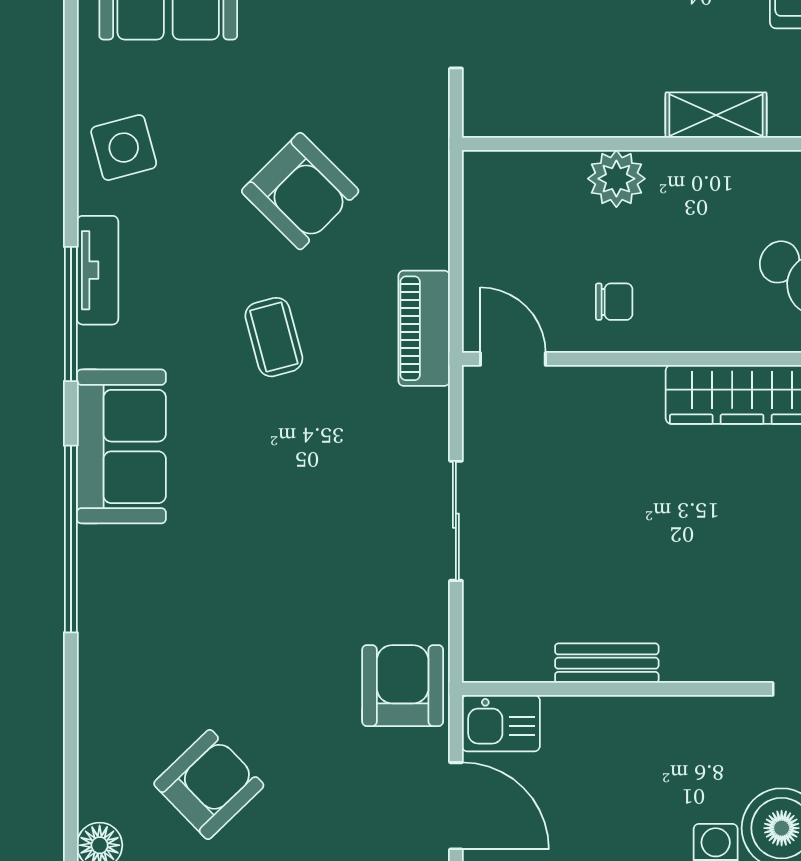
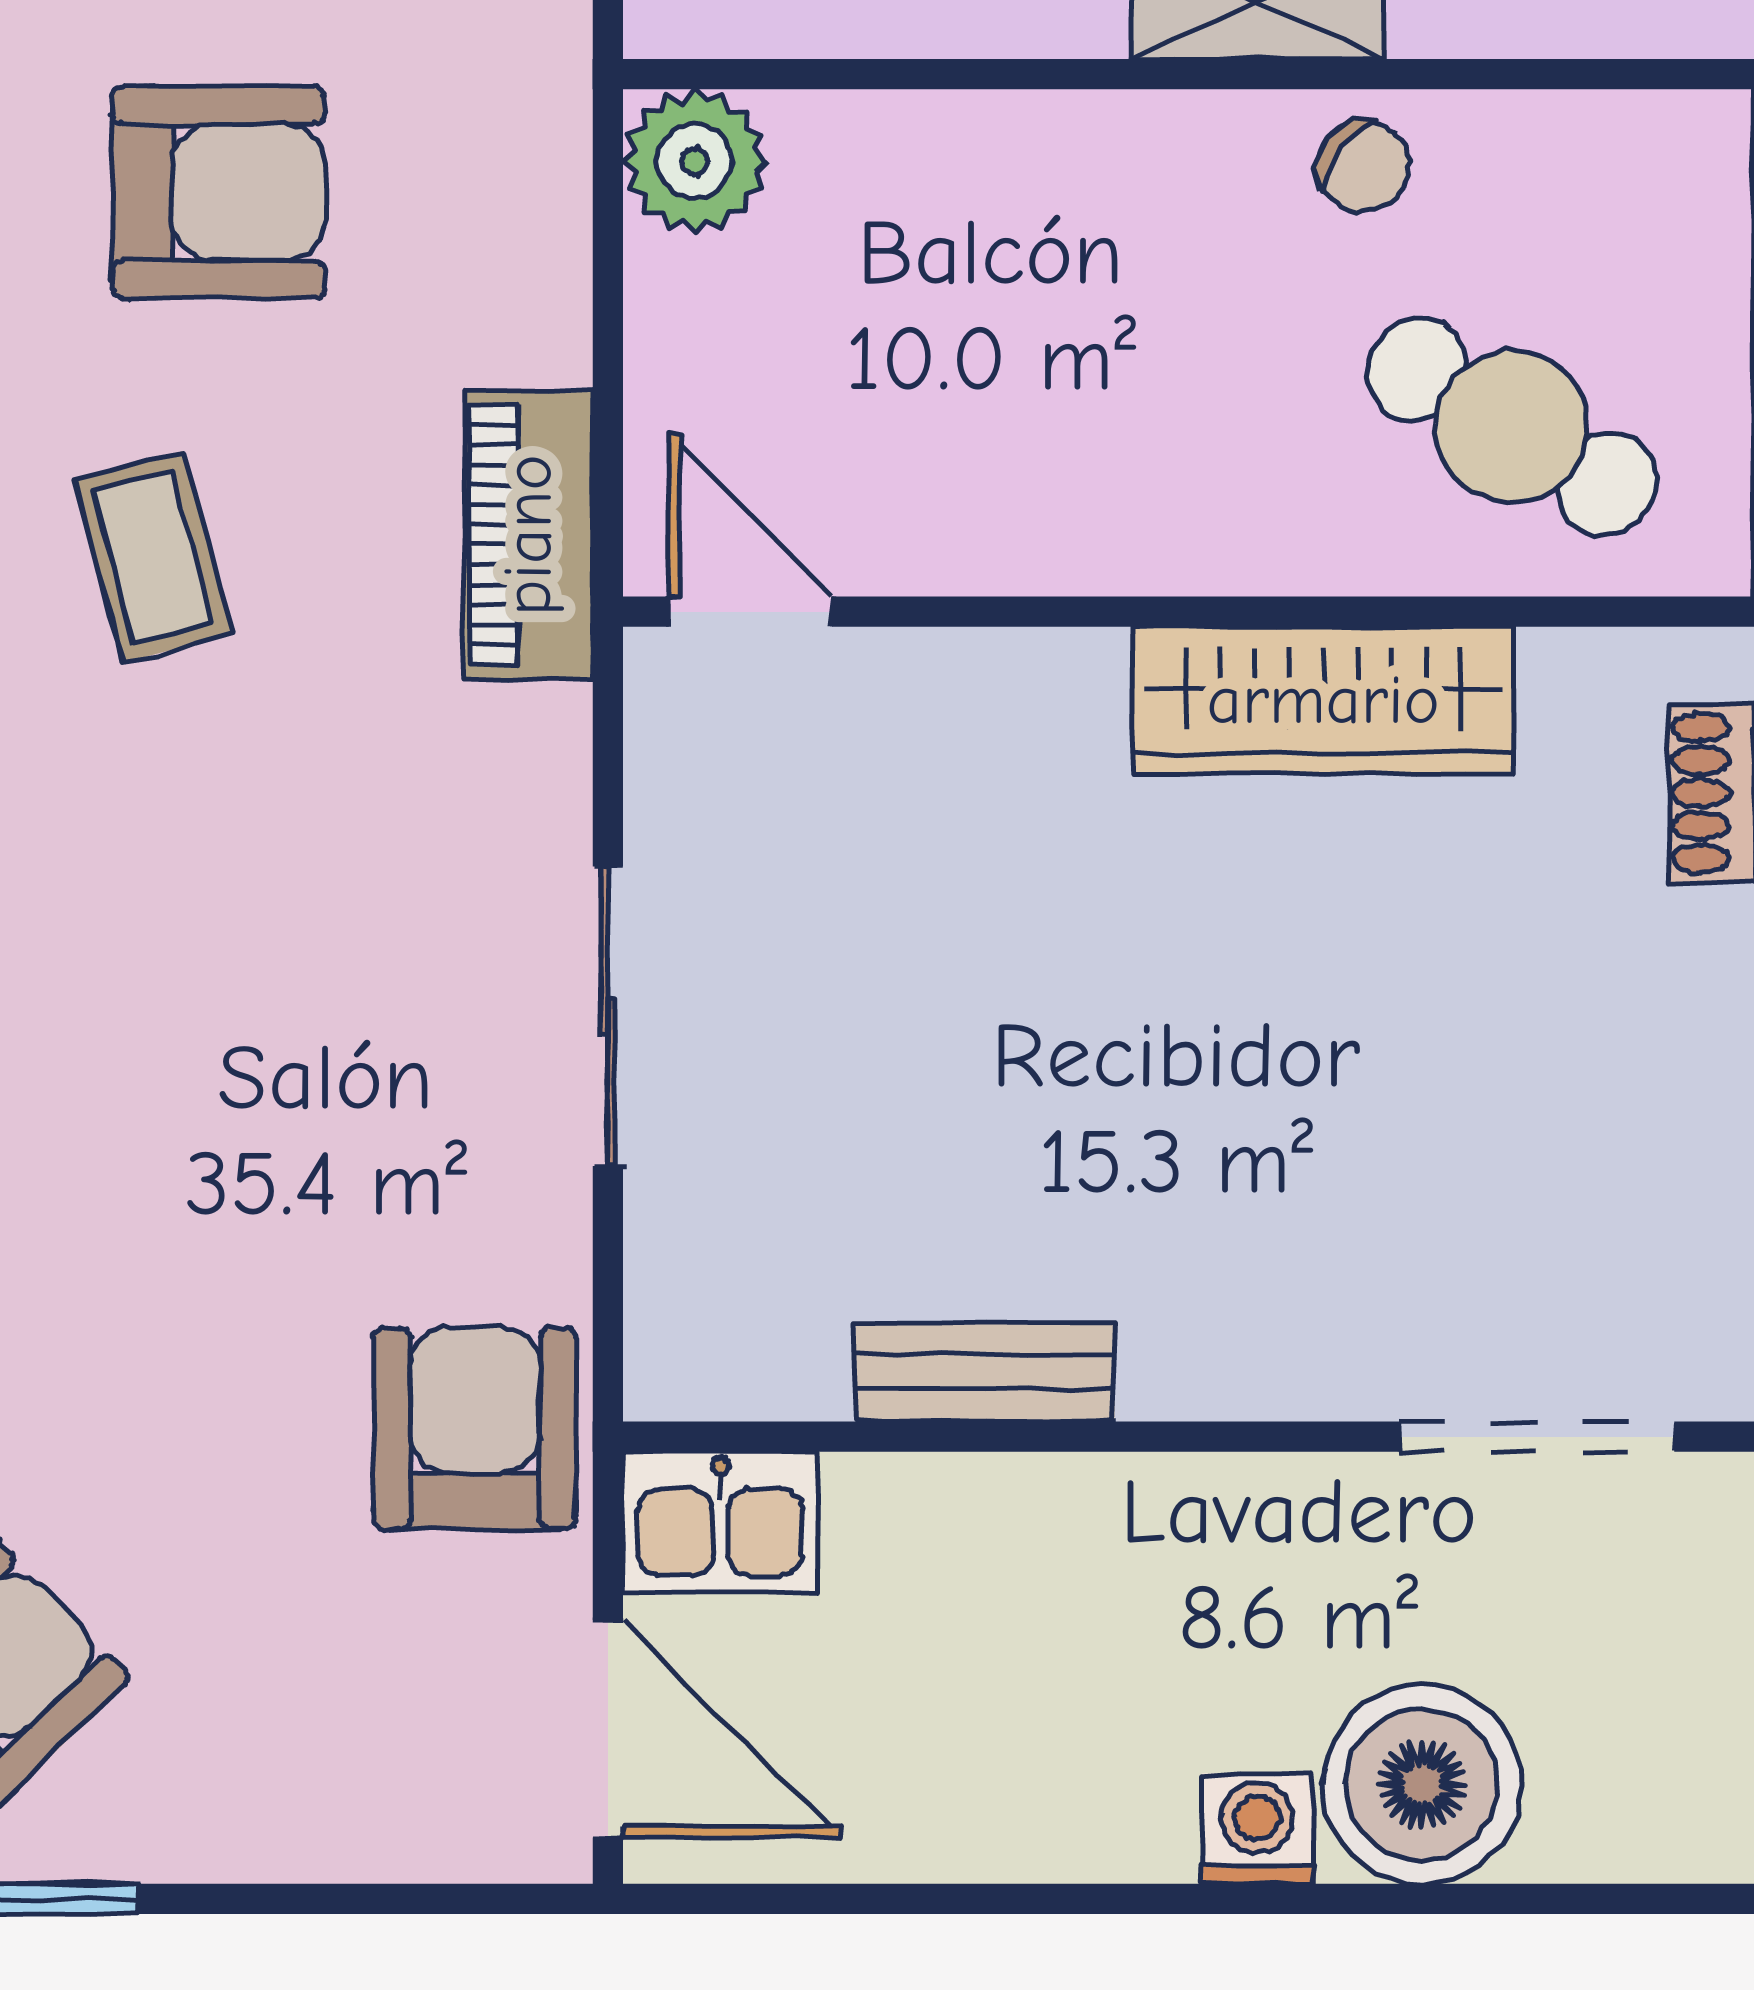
plant: (616, 179) -> (695, 161), moved
armchair: (300, 191) -> (219, 192), turned -45
chair: (614, 302) -> (1363, 166), moved, turned 37

